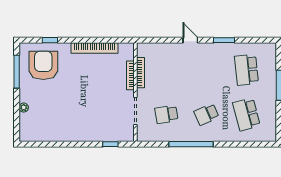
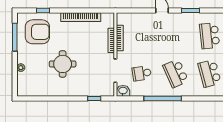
armchair: (43, 65) -> (37, 32), turned 90
round table: (73, 103) -> (63, 64), added
school desk: (206, 114) -> (176, 73), width x1.85
washbasin: (144, 135) -> (123, 91), added

